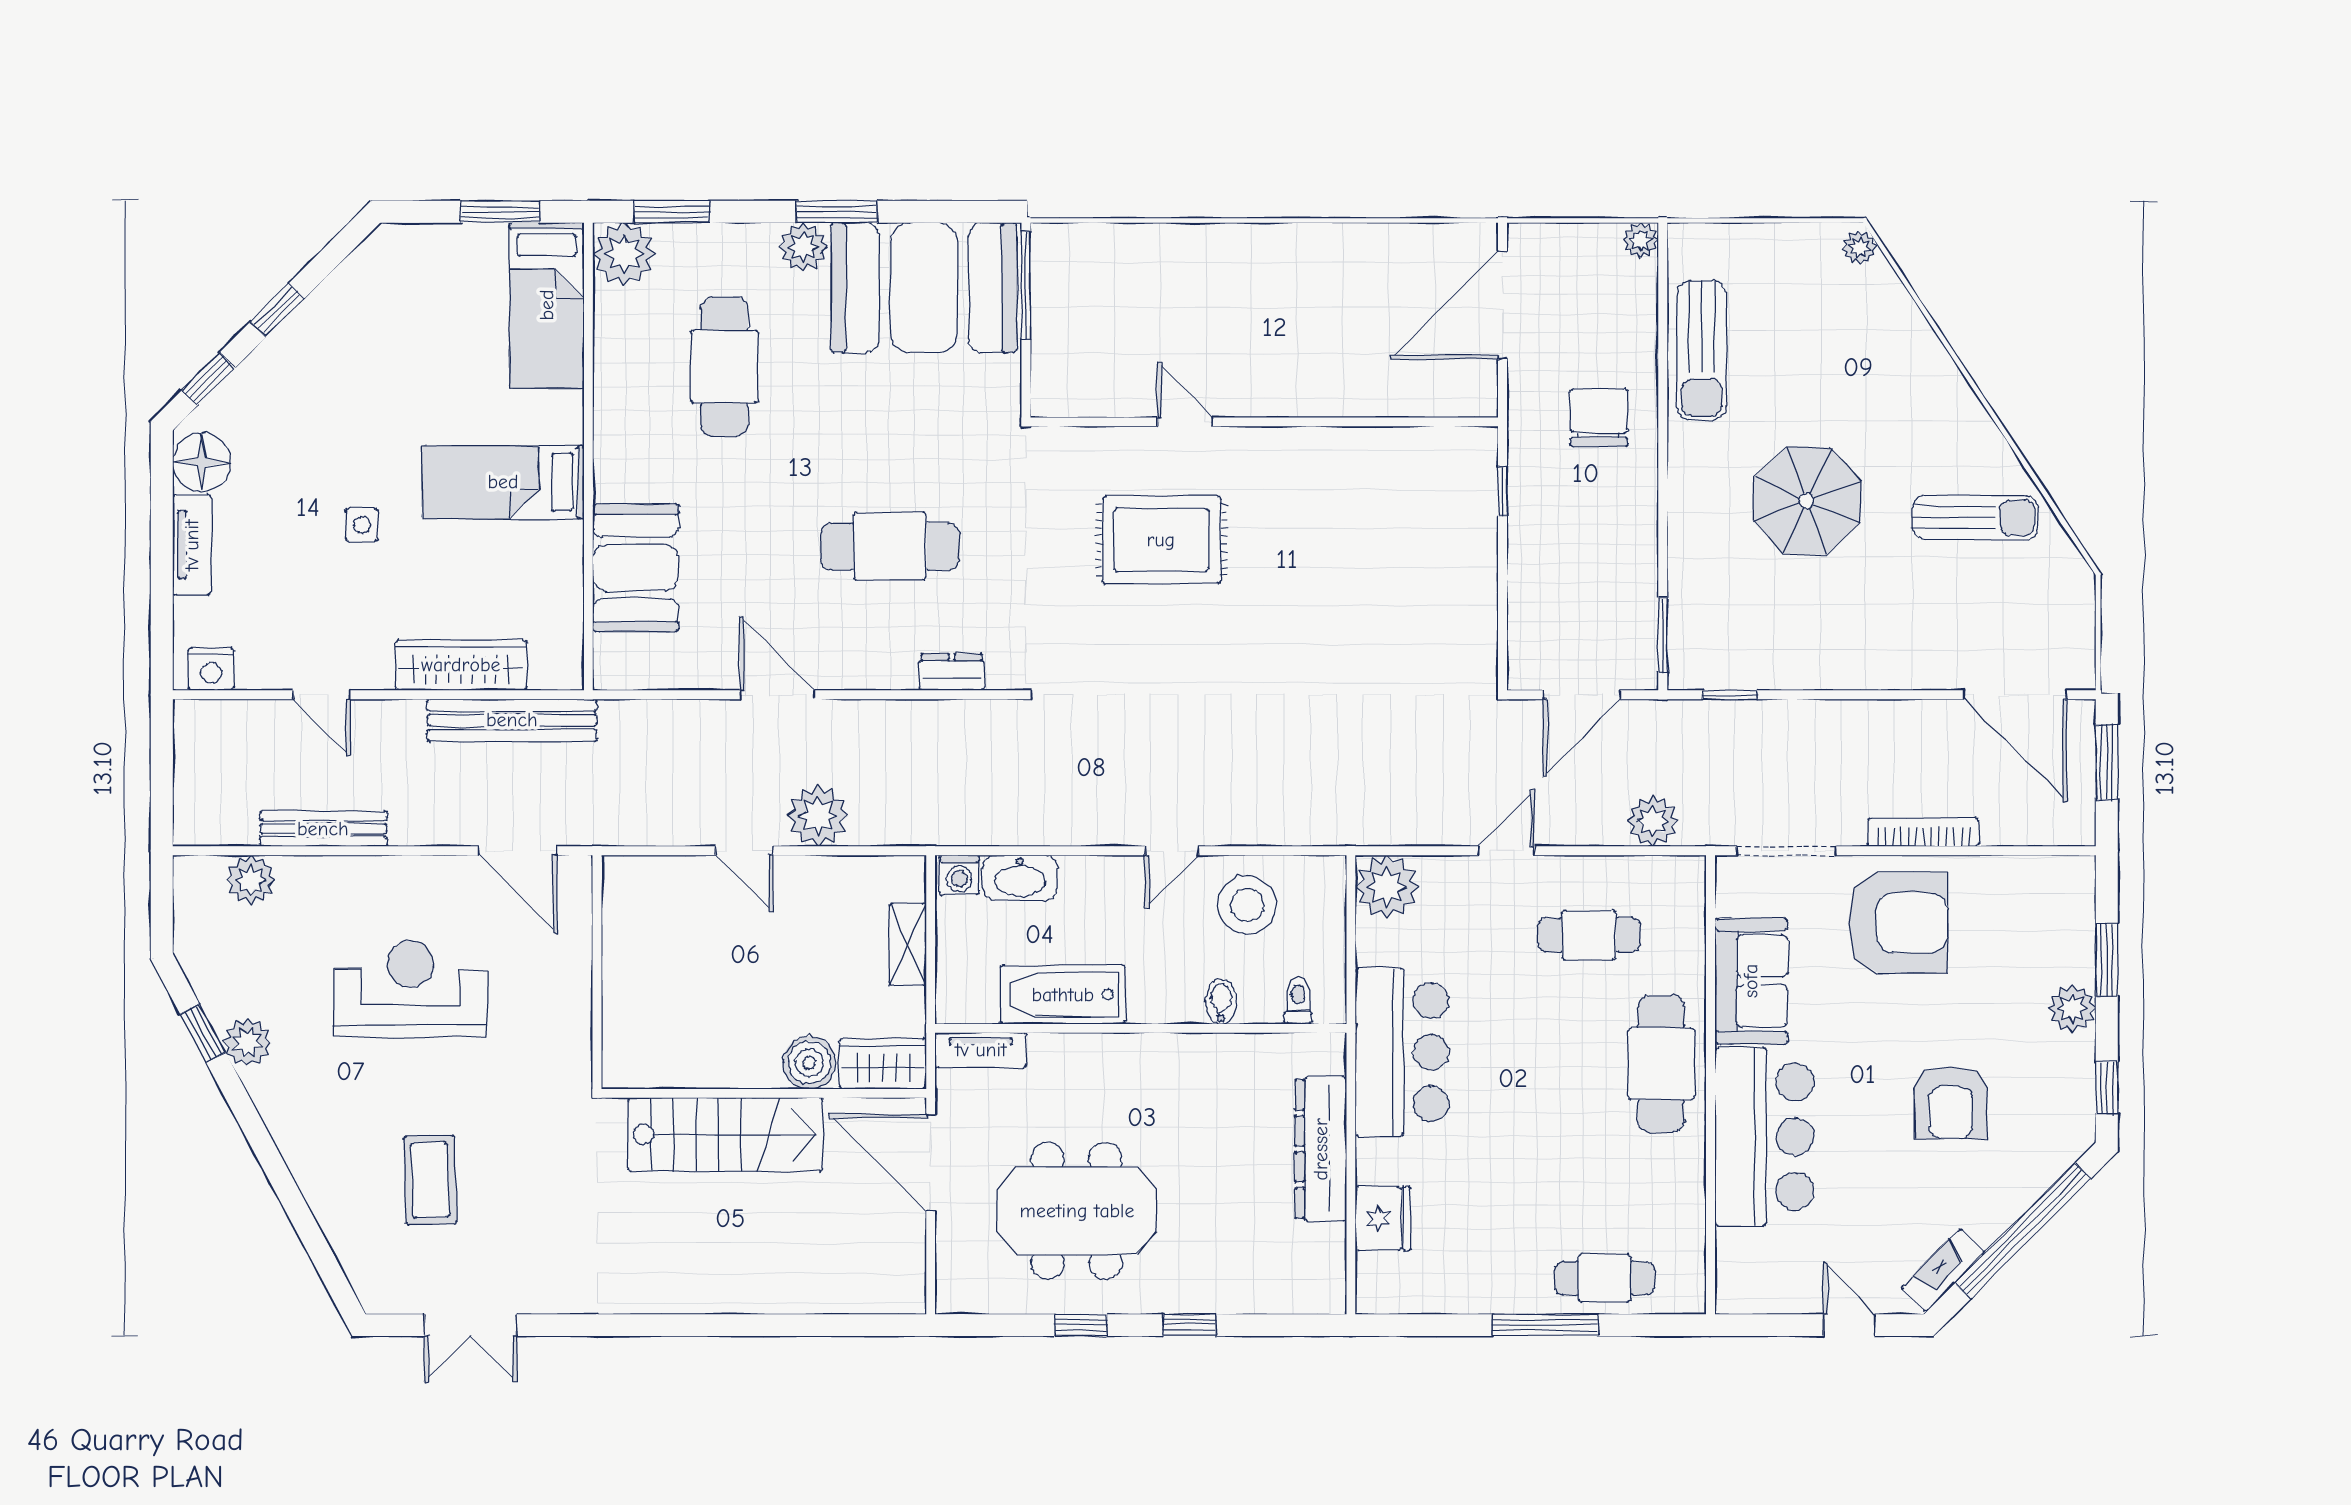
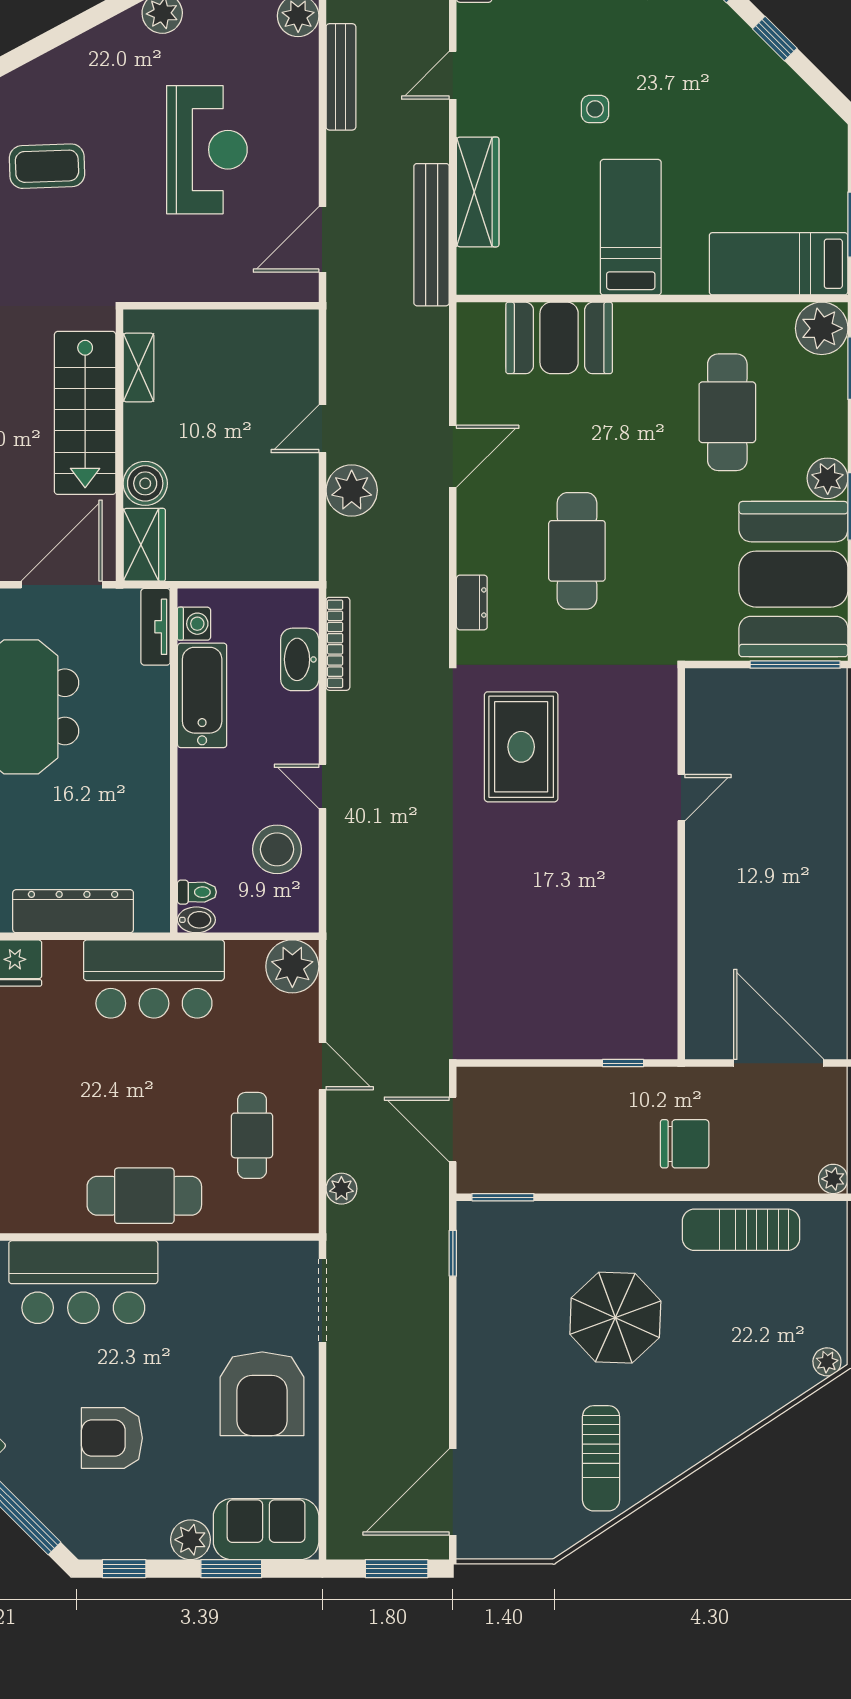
cafe table: (724, 367) -> (727, 412), turned 90
rug: (1161, 540) -> (521, 747), moved
plant: (1653, 821) -> (341, 1189), width x0.73, depth x0.73
bookcase: (1923, 832) -> (338, 644), moved
washing machine: (959, 875) -> (194, 624), moved, turned 180
shelving: (908, 944) -> (139, 368), moved, turned 90
sofa: (1751, 981) -> (266, 1529), moved, turned 180
bidet: (1221, 1001) -> (196, 920), moved

